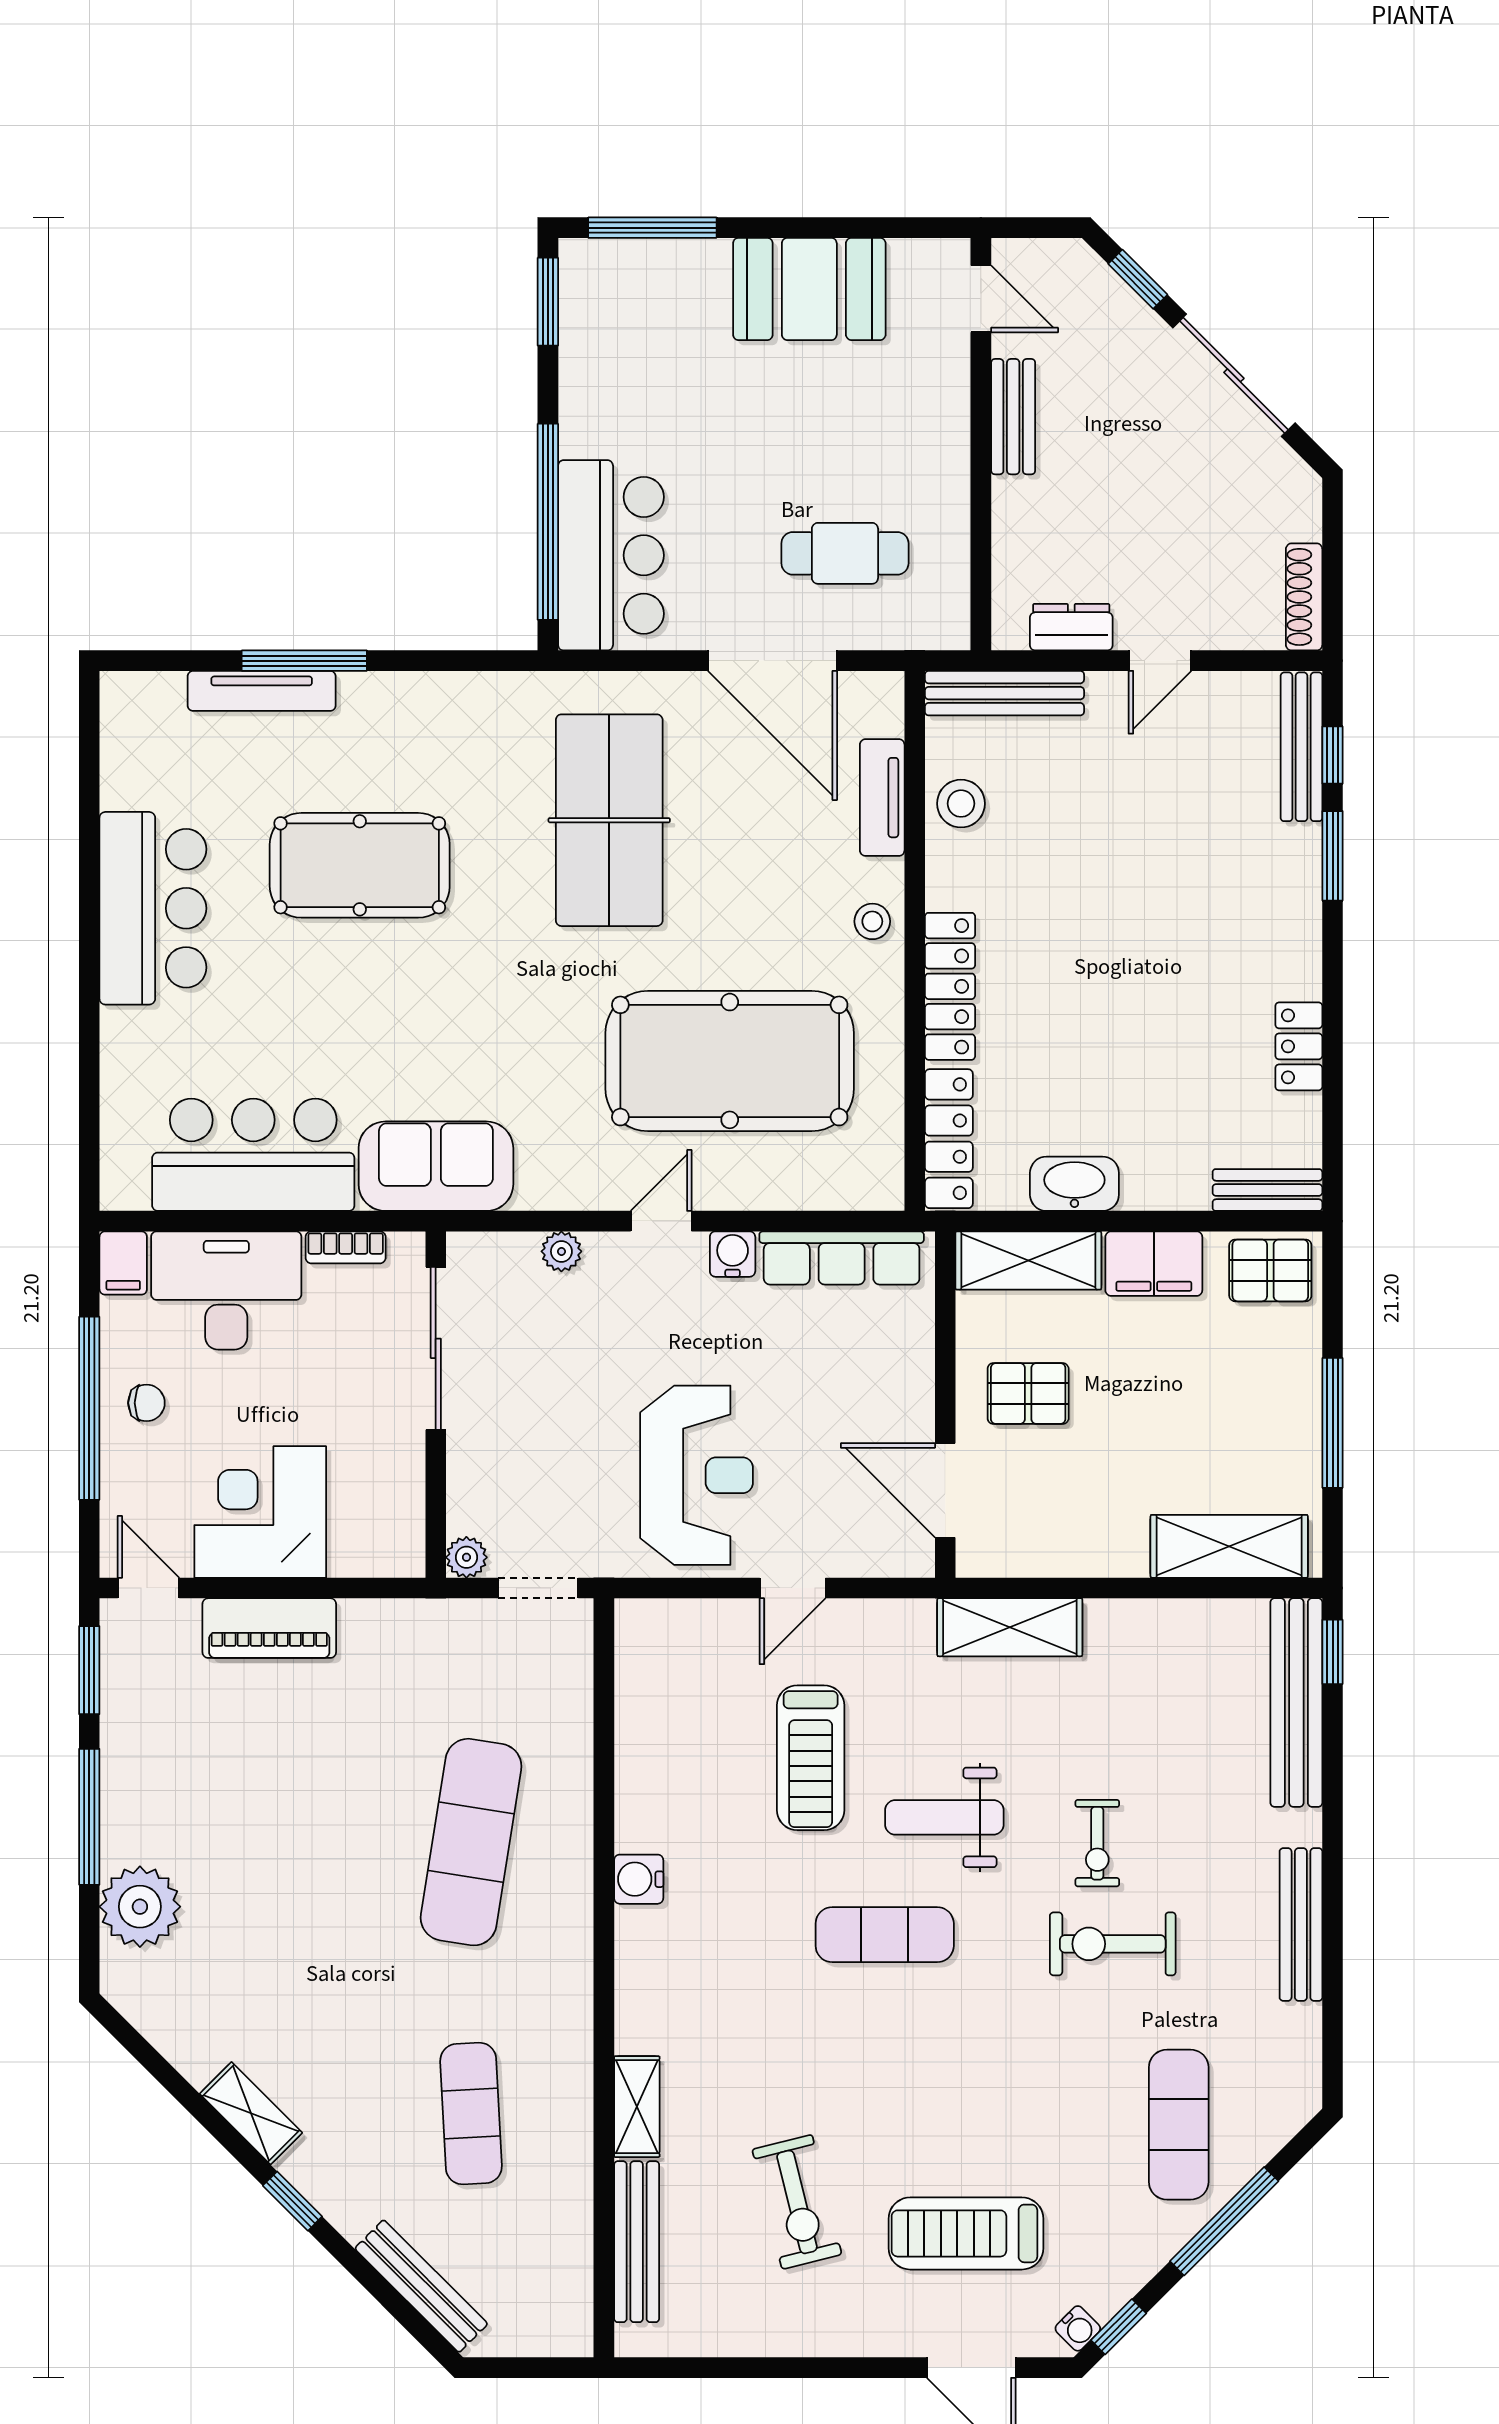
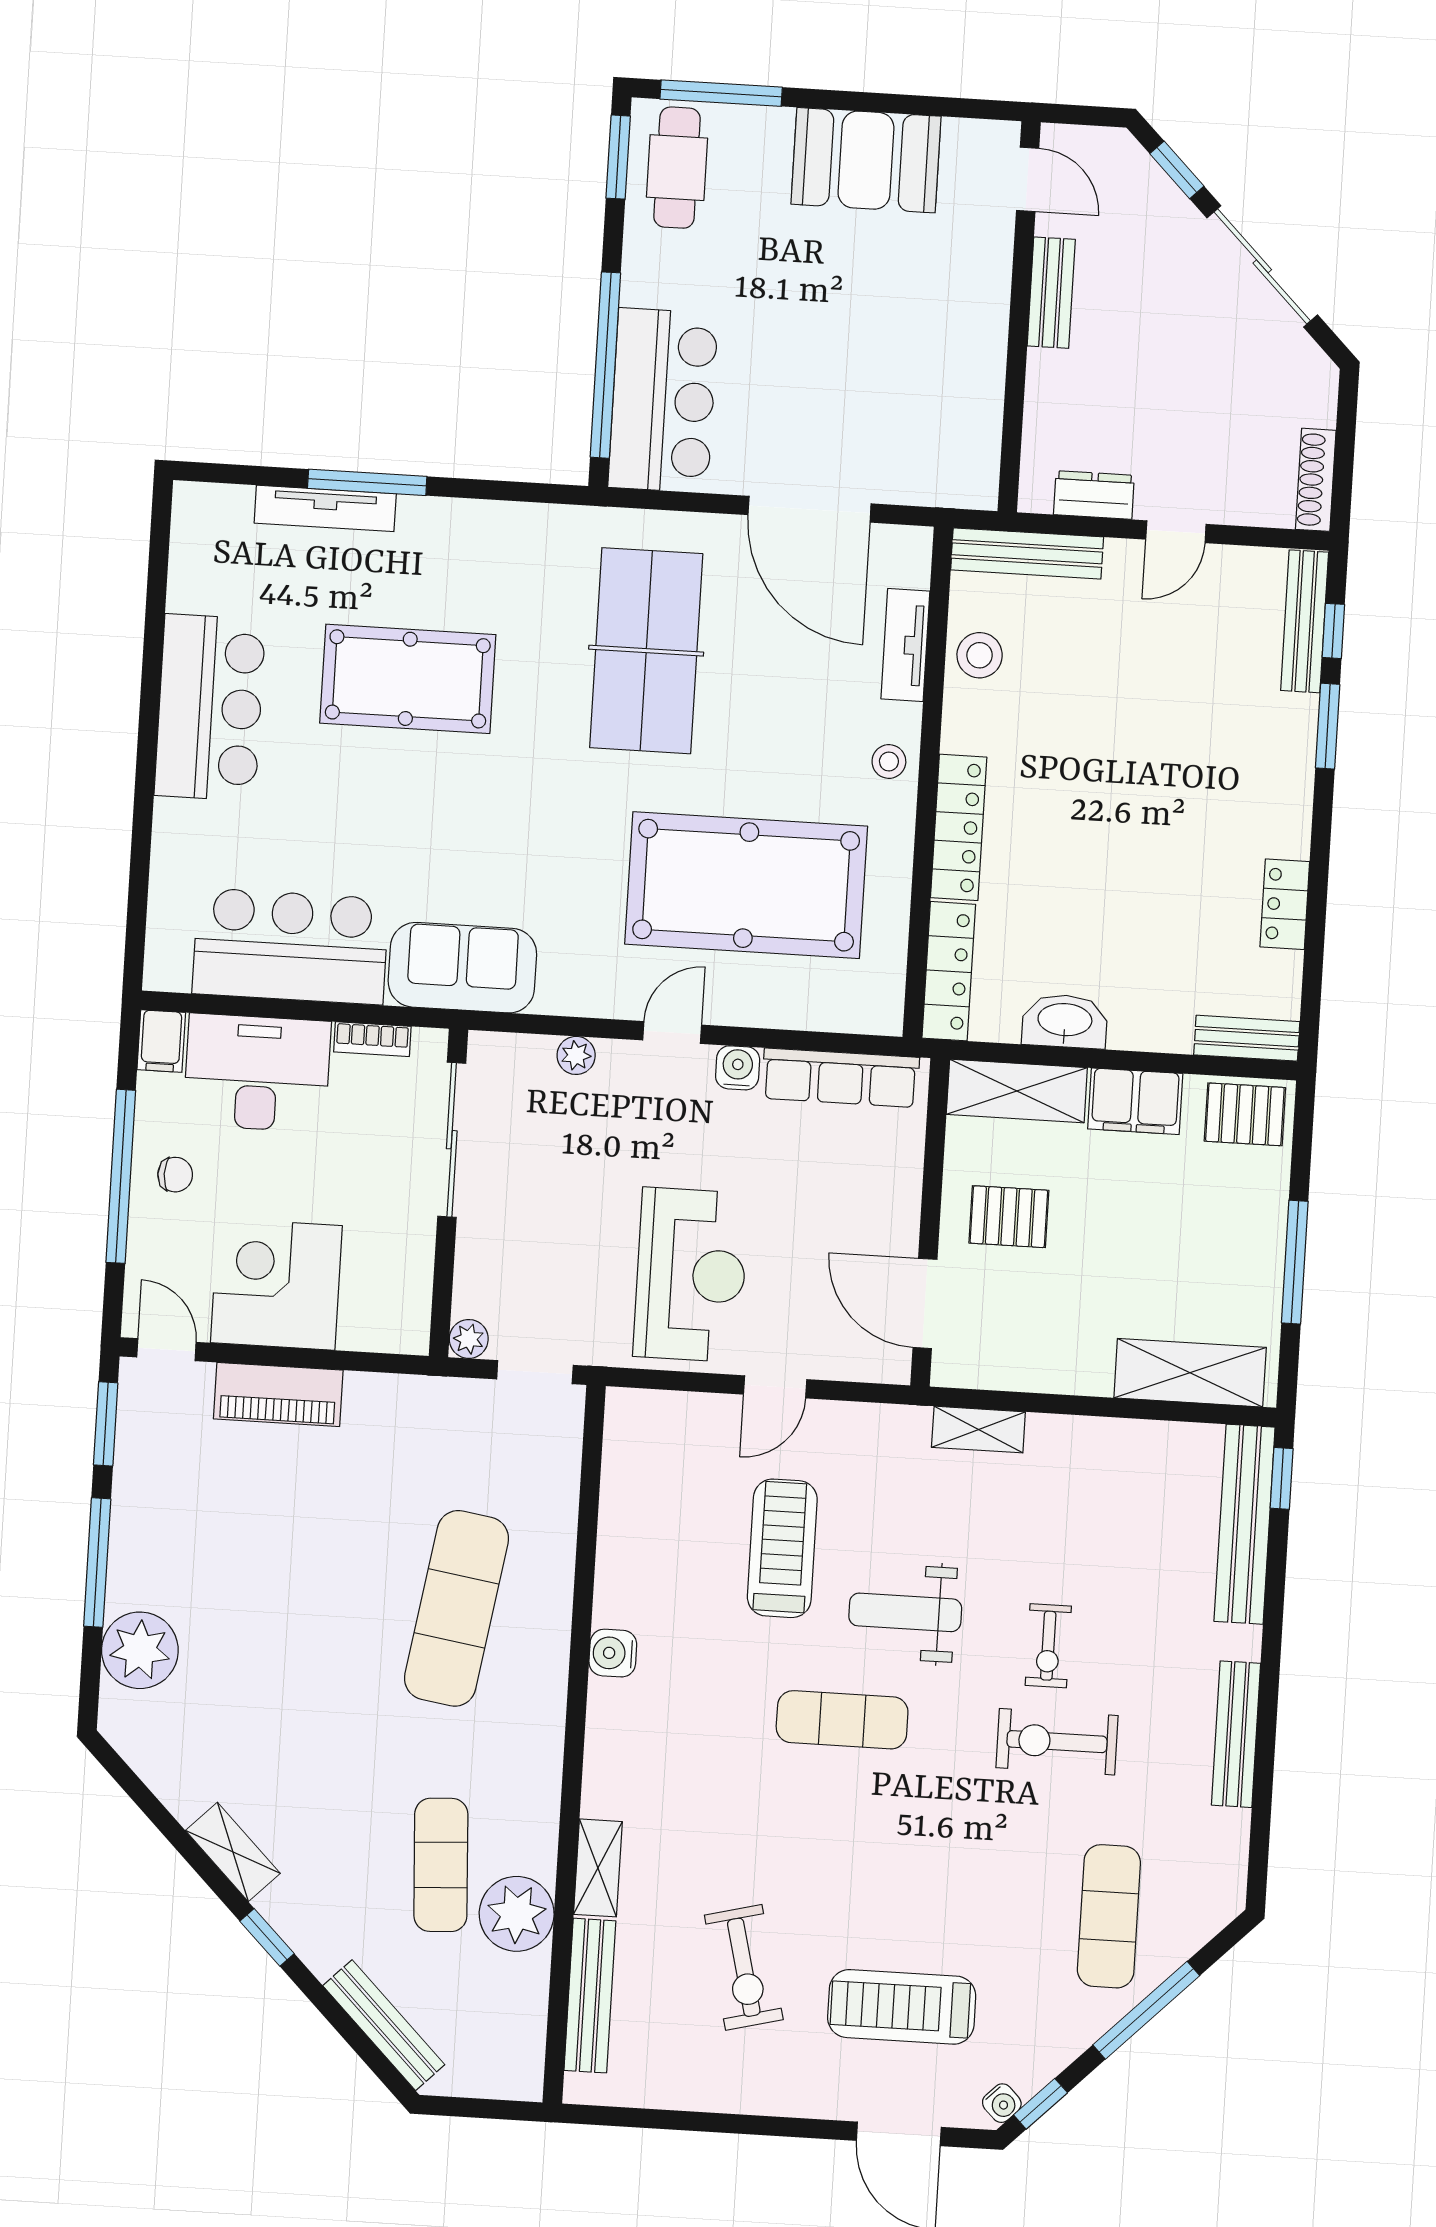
cafe table: (845, 553) -> (677, 168), moved, turned 90
shelving: (1010, 1627) -> (978, 1430), width x0.67, depth x0.75
treadmill: (811, 1758) -> (782, 1548), turned 180
plant: (554, 2160) -> (517, 1914), added

